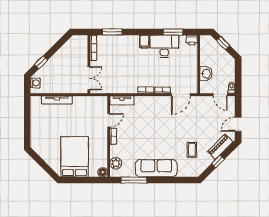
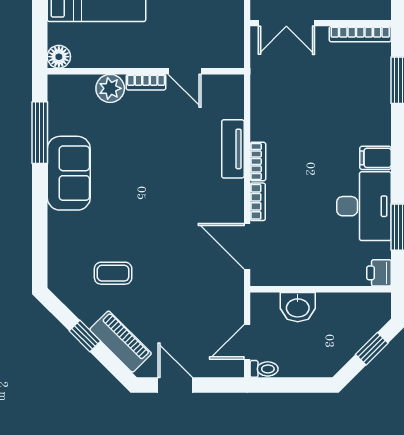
tv unit: (122, 100) -> (233, 149), moved
plant: (116, 163) -> (110, 88), moved
sofa: (156, 168) -> (69, 173), width x0.73

